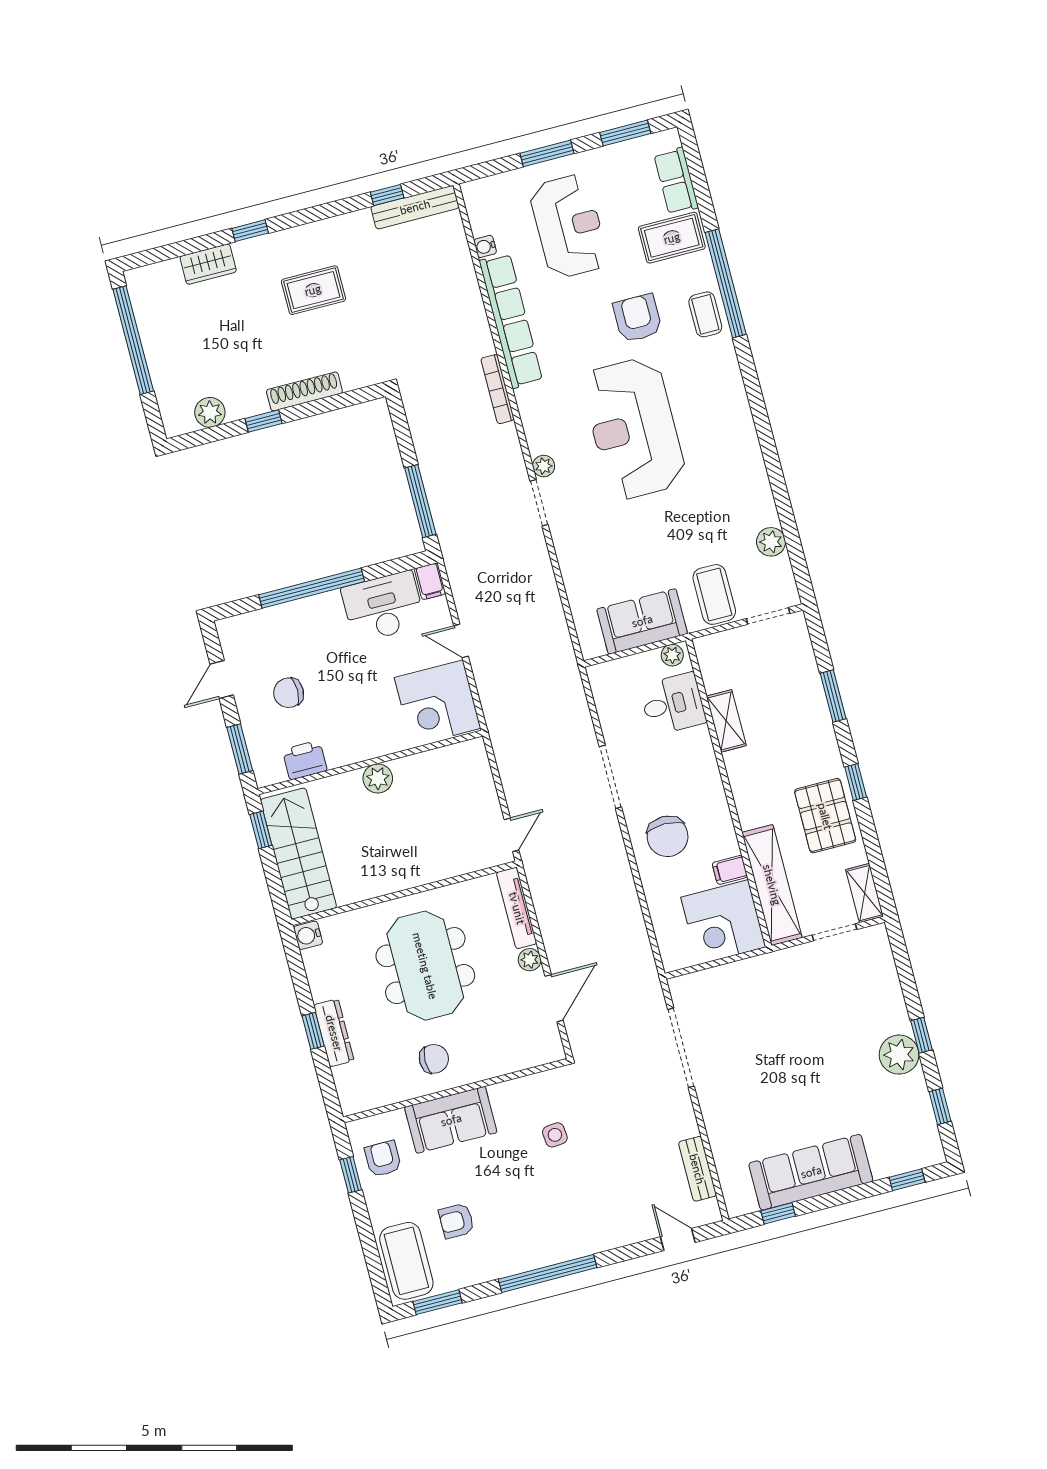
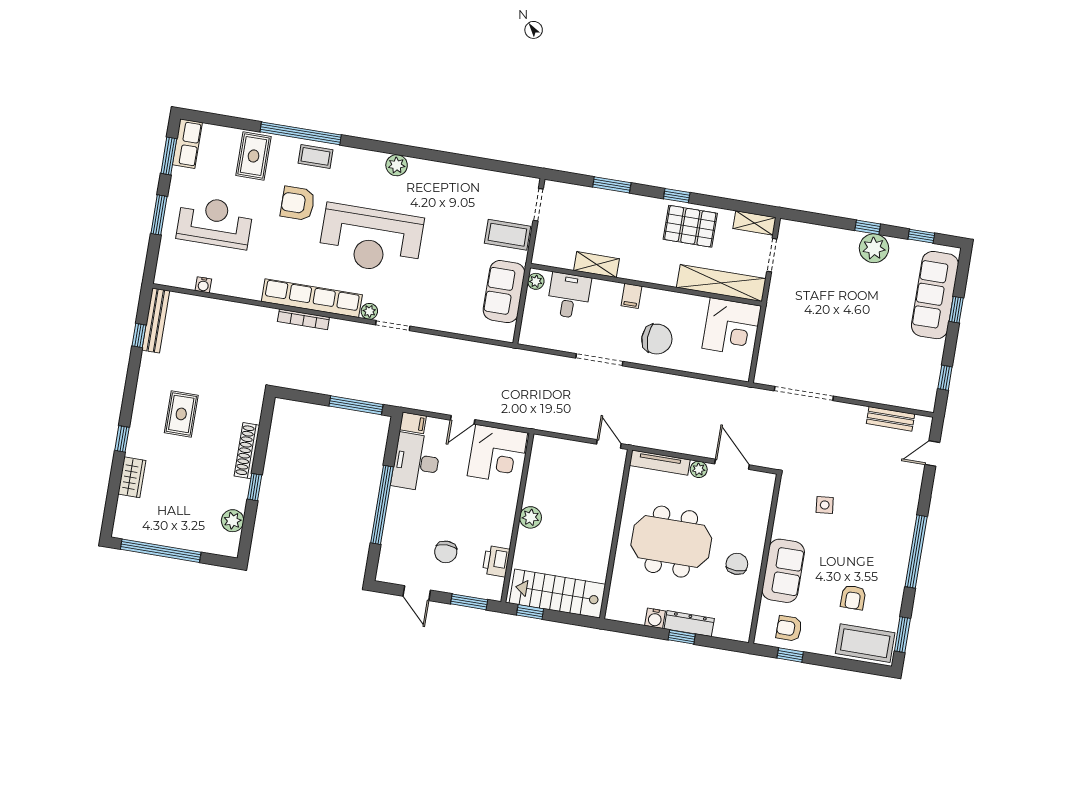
row of seats: (676, 181) -> (187, 144), moved, turned -90
row of seats: (511, 321) -> (312, 298), moved
plant: (771, 542) -> (397, 165), moved
filing cabinet: (730, 870) -> (631, 296), moved
water cooler: (308, 935) -> (655, 618), moved
sofa: (811, 1172) -> (935, 295), moved
window: (907, 1180) -> (956, 310), moved

